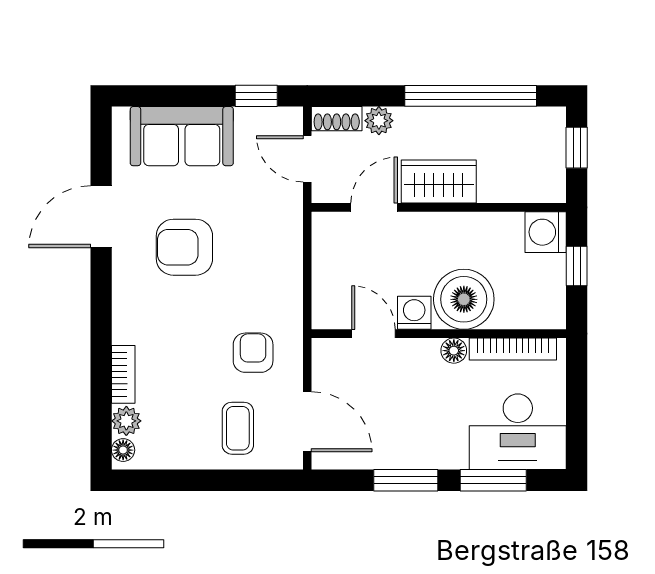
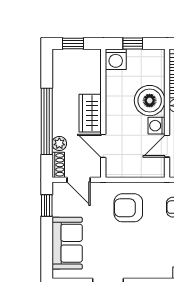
window: (471, 96) -> (47, 121), moved
door: (307, 159) -> (79, 180), hinge flipped
armchair: (184, 247) -> (128, 208), moved, turned 90

